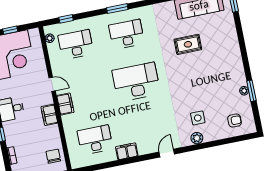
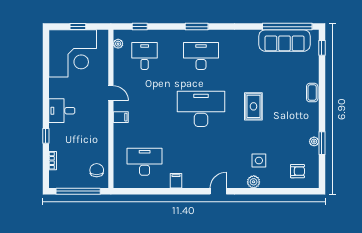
rug: (188, 44) -> (253, 106), moved, turned 90
desk: (76, 45) -> (145, 56), width x0.73
coffee table: (233, 47) -> (312, 93), added
filing cabinet: (65, 104) -> (121, 117), width x0.50
filing cabinet: (49, 115) -> (101, 125), removed
filing cabinet: (127, 151) -> (176, 181), width x0.50

